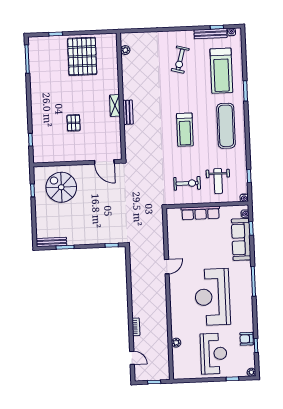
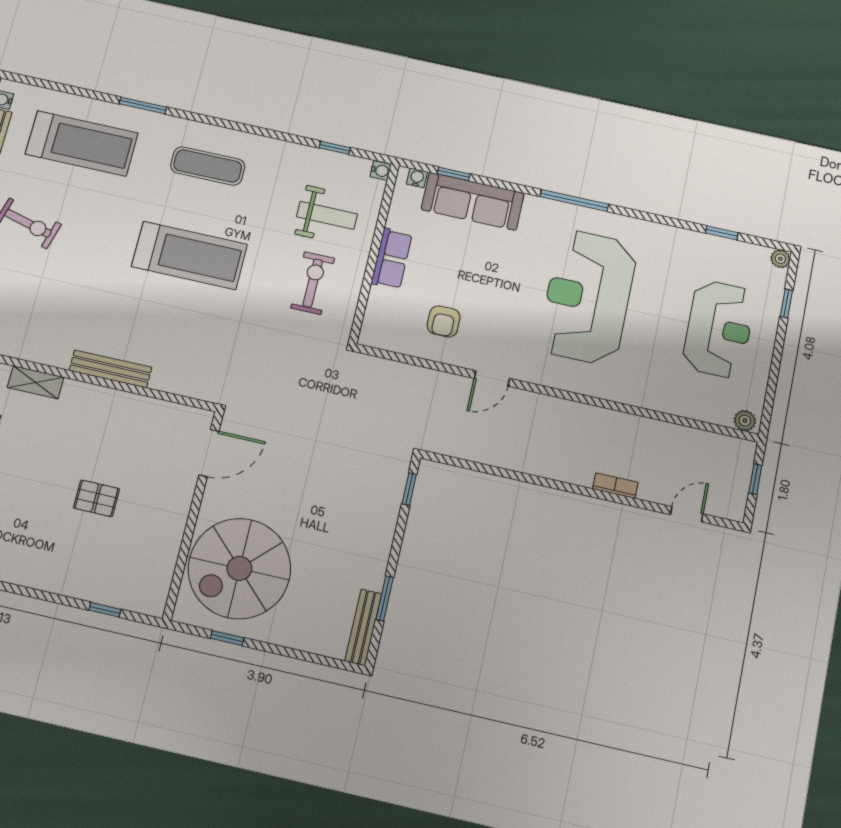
shelving: (115, 105) -> (36, 382), moved
bench: (128, 112) -> (111, 369), width x1.36
exercise mat: (226, 126) -> (208, 166), width x0.73, depth x0.69
treadmill: (185, 130) -> (189, 255), width x1.37, depth x1.38
spiral stairs: (61, 187) -> (239, 568), width x1.37, depth x1.37
row of seats: (200, 213) -> (392, 259), width x0.68
door: (167, 267) -> (492, 378), swing flipped
reception desk: (212, 297) -> (588, 297), turned 90
armchair: (247, 339) -> (444, 321), moved
plant: (176, 343) -> (745, 421), moved
reception desk: (214, 354) -> (719, 329), turned 90

